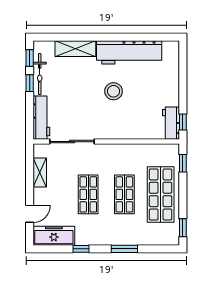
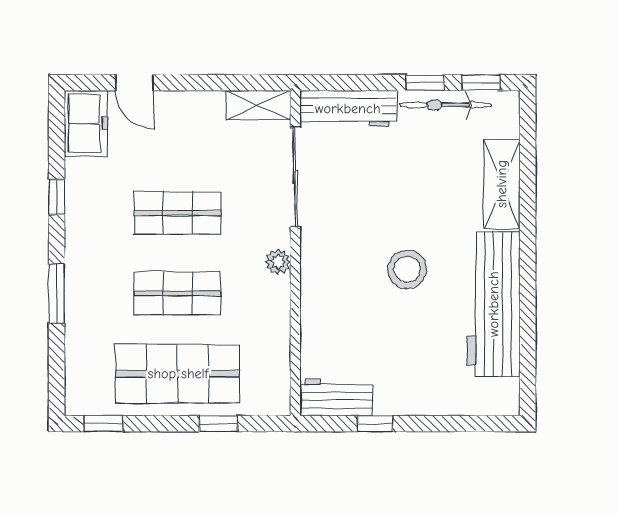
window: (183, 122) -> (375, 424), moved
plant: (110, 149) -> (278, 262), added
window: (183, 163) -> (218, 424), moved
shelving: (40, 173) -> (258, 105), moved
freezer: (54, 236) -> (86, 123), width x0.71

